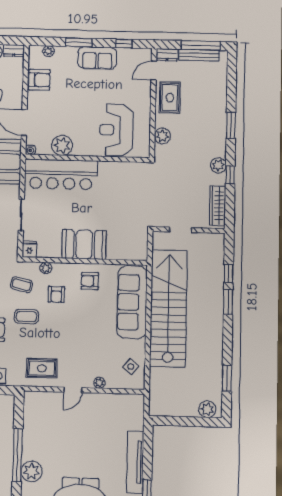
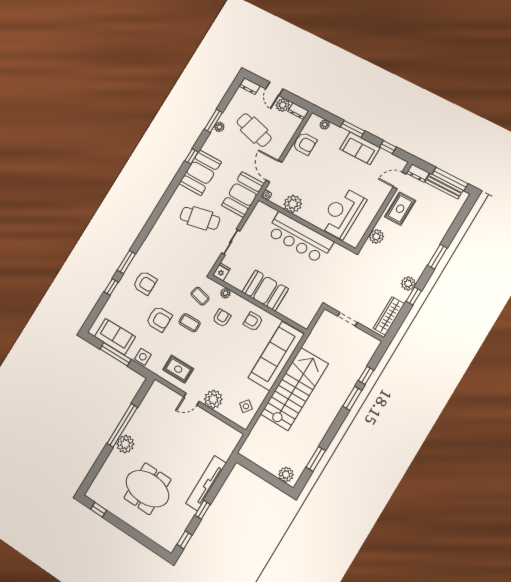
bar counter: (61, 174) -> (300, 238), moved
armchair: (56, 294) -> (222, 318), turned 180
stairs: (169, 308) -> (294, 389), width x0.73
plant: (99, 383) -> (213, 399), width x1.87, depth x1.87

